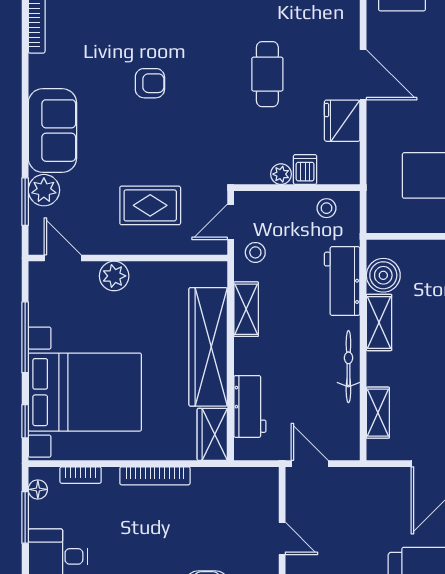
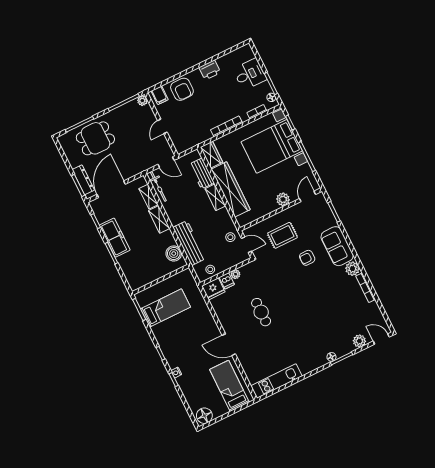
door: (363, 75) -> (229, 345), moved
armchair: (150, 83) -> (307, 258), moved
fridge: (342, 121) -> (213, 289), moved, turned 90
plant: (44, 190) -> (353, 269), moved
door: (231, 222) -> (246, 245), hinge flipped
door: (63, 258) -> (308, 196), swing flipped
workbench: (342, 281) -> (189, 243), width x1.38
shelving: (246, 309) -> (215, 197), moved
shelving: (379, 322) -> (159, 219), moved
bicycle: (348, 367) -> (158, 186), moved
door: (282, 538) -> (162, 126), hinge flipped

